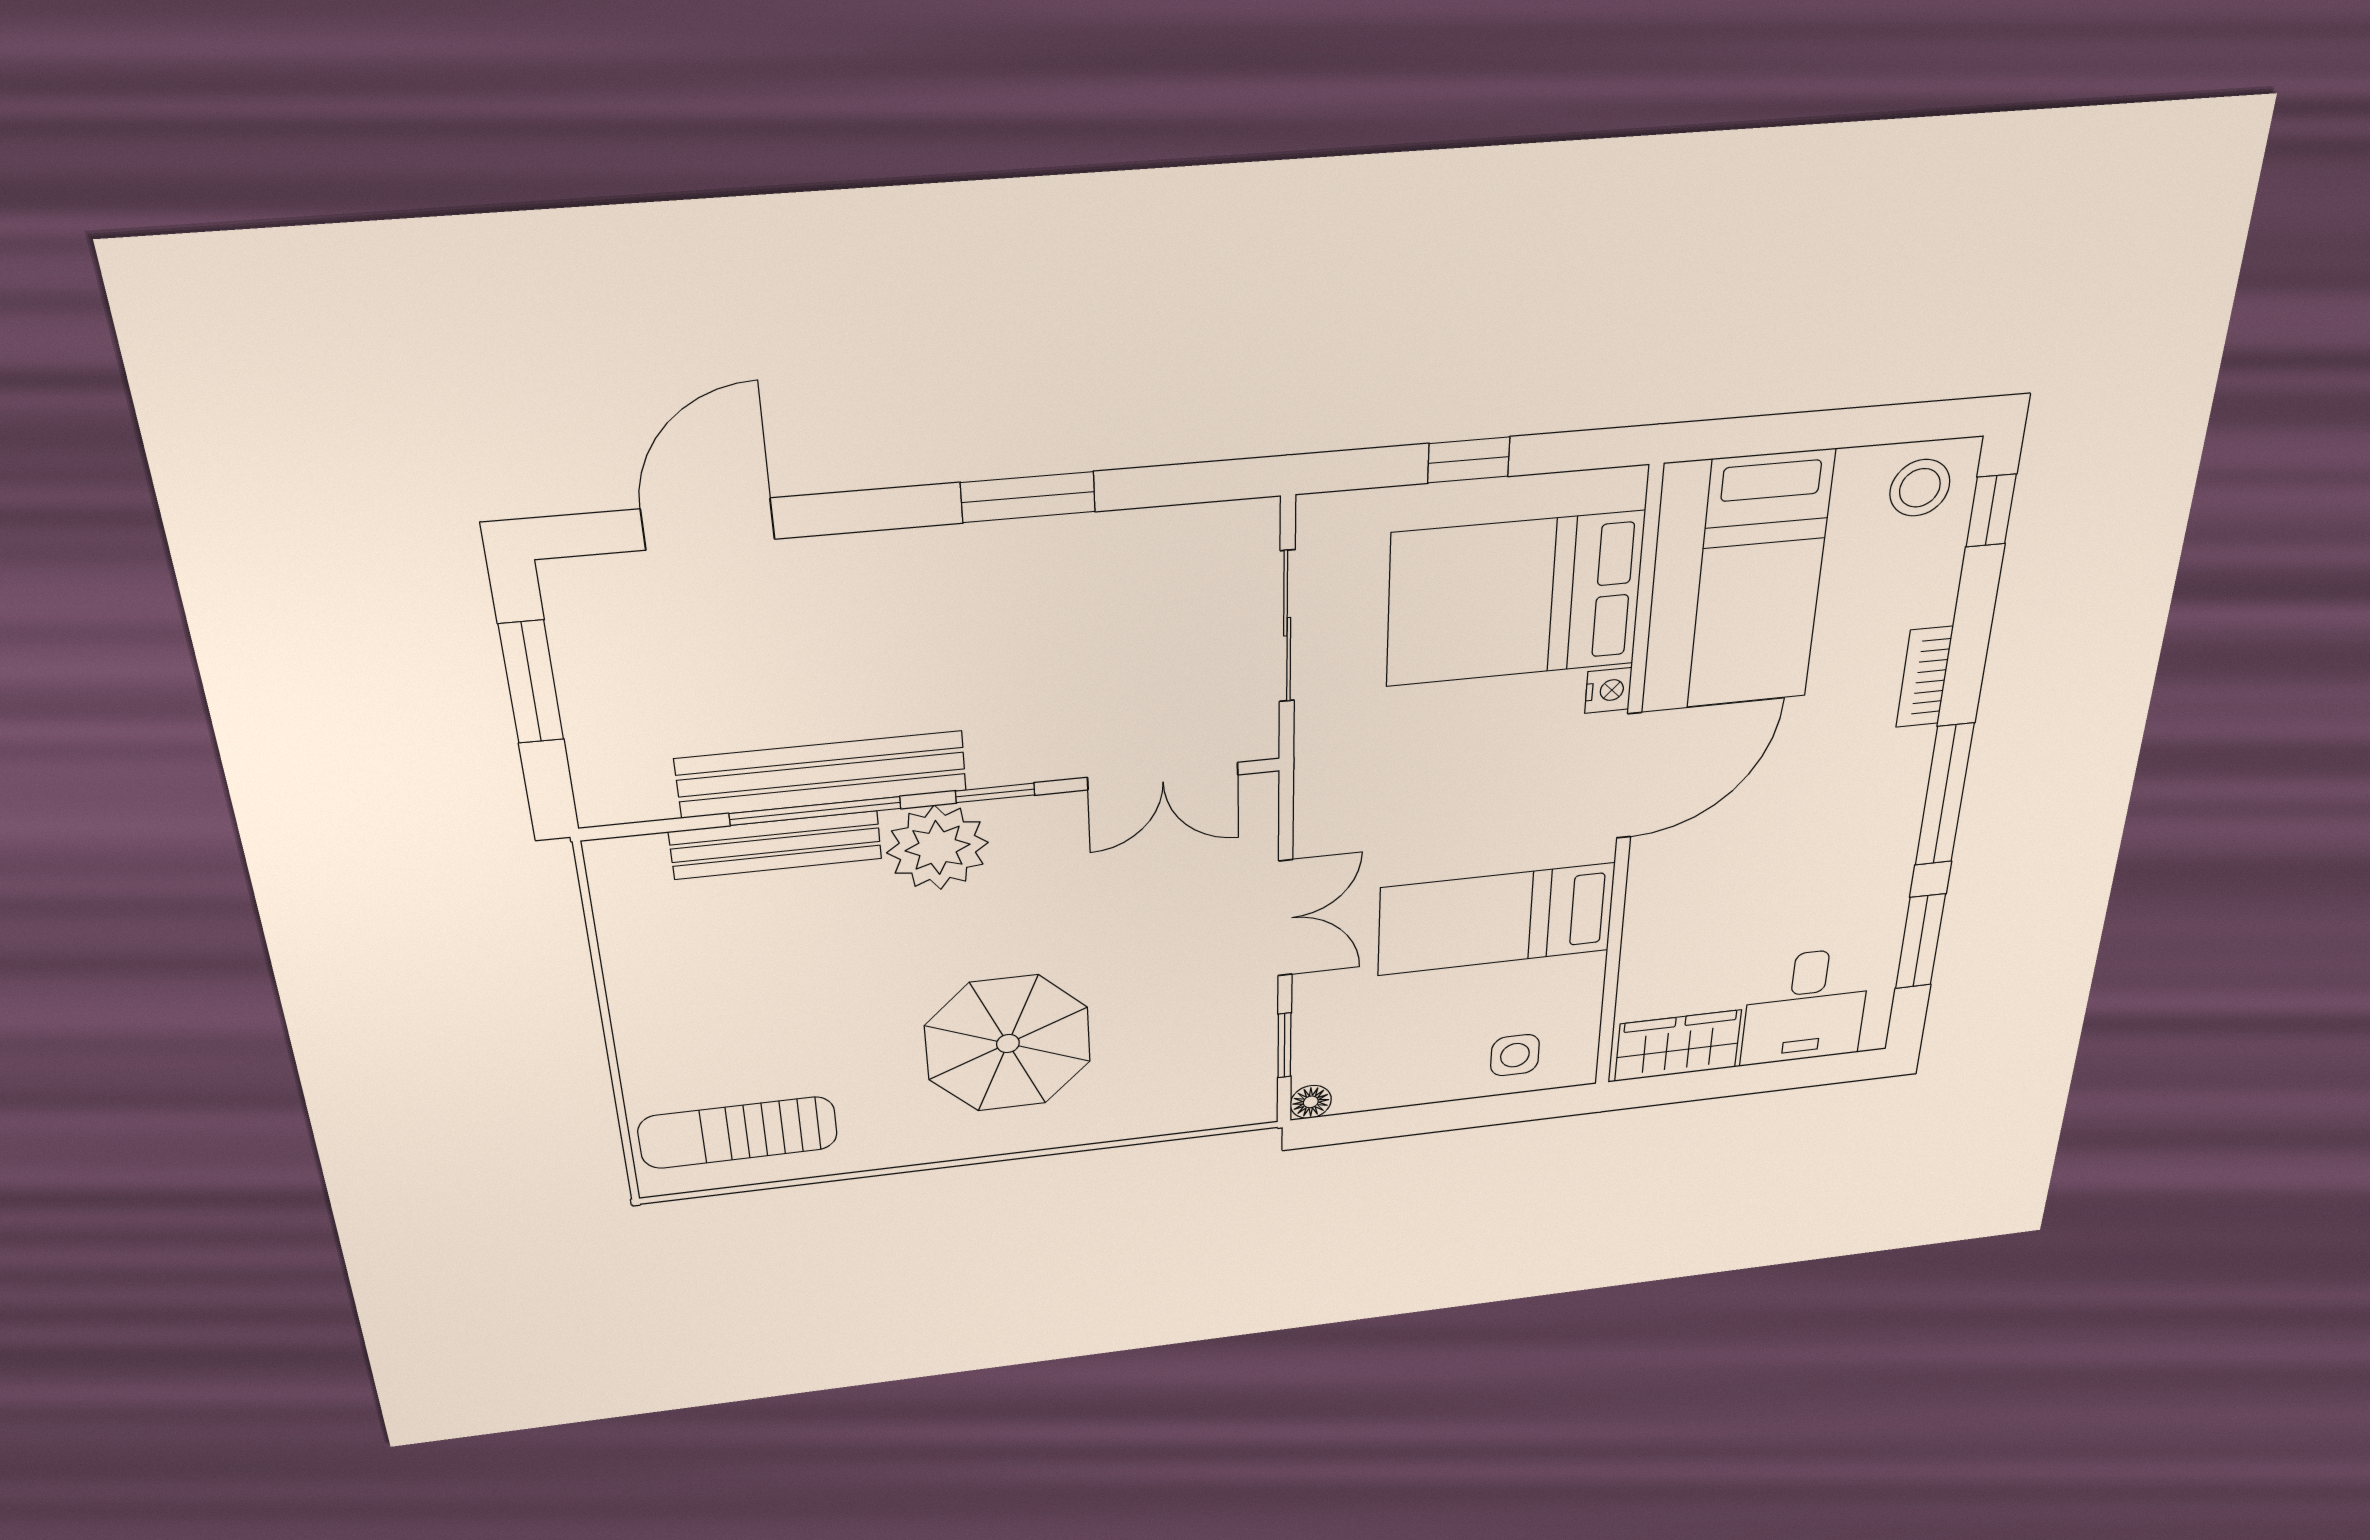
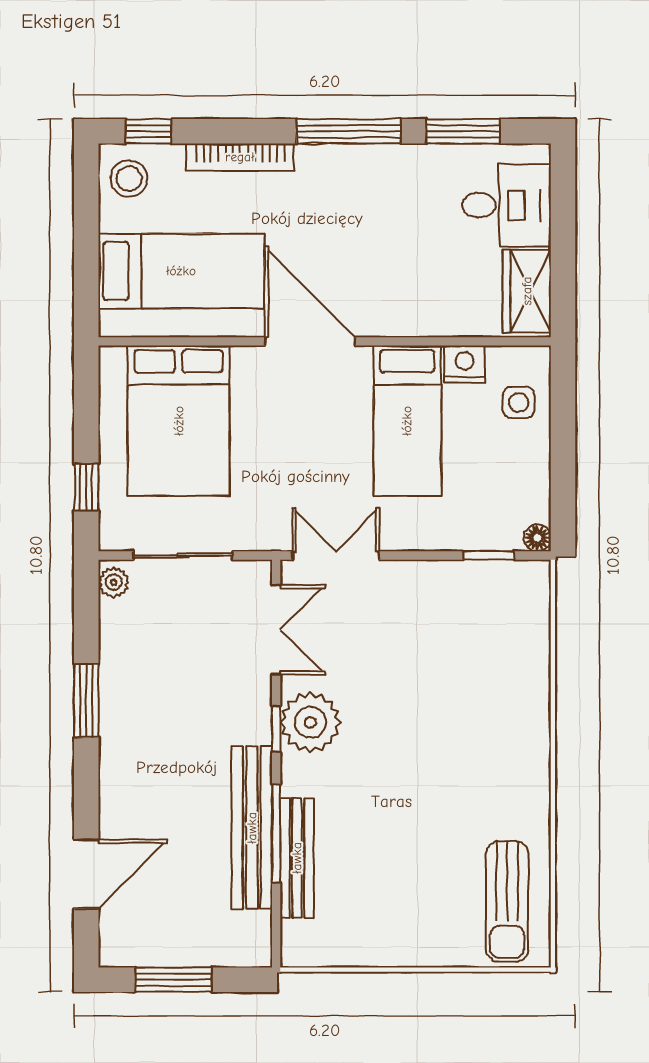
window: (1469, 460) -> (86, 487), moved
plant: (1241, 523) -> (114, 582), added
door: (708, 524) -> (86, 874), swing flipped
bookcase: (1924, 677) -> (240, 157), width x1.56
nightstand: (1608, 690) -> (465, 364), moved, width x1.39, depth x1.35
plant: (938, 848) -> (310, 722), moved
double door: (1285, 918) -> (336, 555), moved
parasol: (1008, 1044) -> (462, 731), removed

